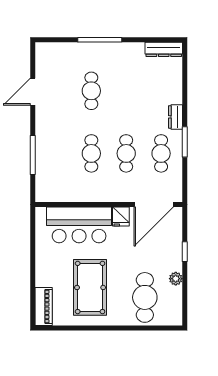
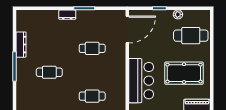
dresser: (164, 49) -> (21, 45), moved
cafe table: (91, 153) -> (92, 96), moved
cafe table: (161, 153) -> (92, 24), removed
door: (154, 204) -> (127, 30), hinge flipped
fridge: (121, 217) -> (135, 52), removed

